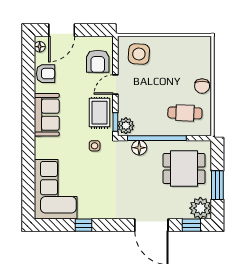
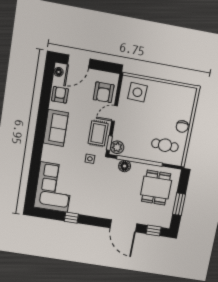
armchair: (46, 74) -> (60, 95), turned -90
dining table: (184, 169) -> (156, 188), turned 90
plant: (200, 208) -> (163, 219), removed

